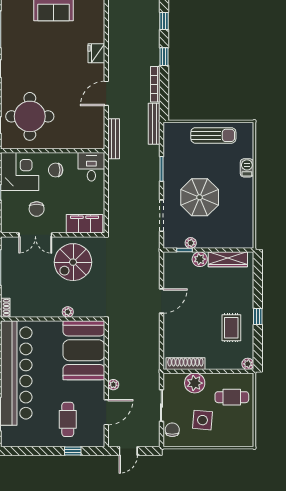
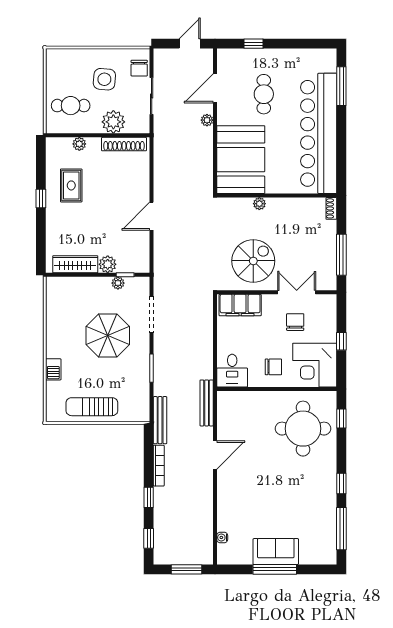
water cooler: (100, 22) -> (222, 537), added
fridge: (96, 53) -> (226, 501), removed
plant: (248, 364) -> (79, 144), moved
cafe table: (68, 419) -> (264, 94), moved

